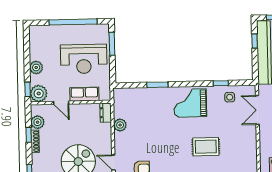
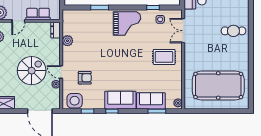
door: (61, 103) -> (18, 21), hinge flipped
grand piano: (190, 103) -> (127, 24), turned 180
rug: (206, 147) -> (164, 57), moved

